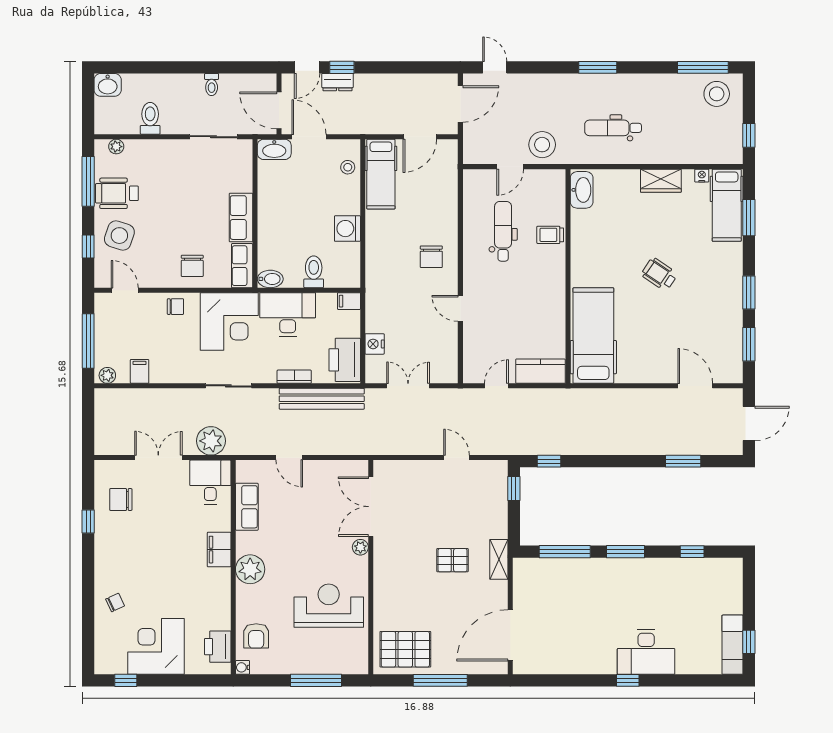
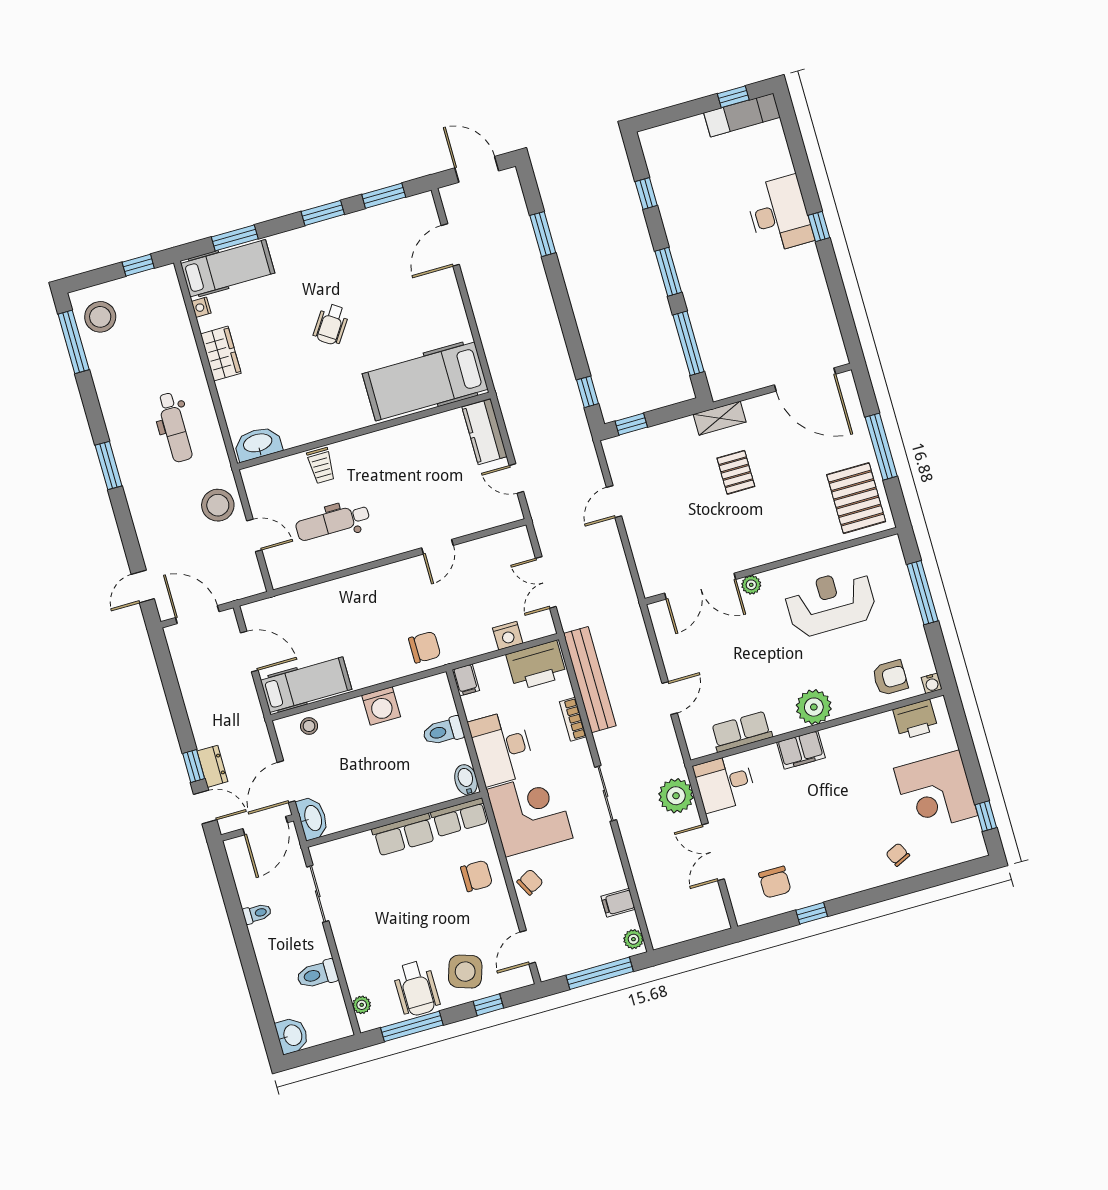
chair: (431, 257) -> (425, 647), moved
chair: (175, 307) -> (530, 882), turned 62
reception desk: (329, 606) -> (830, 603), turned 90

